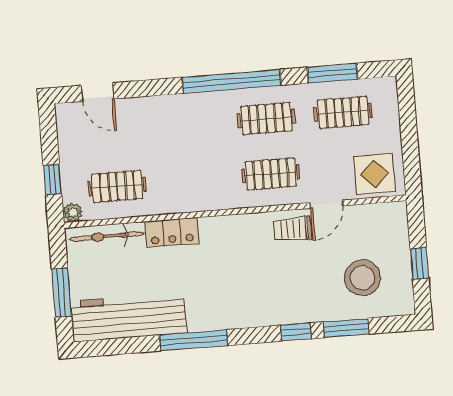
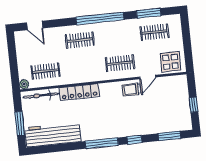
clothes rail: (266, 119) -> (80, 40), moved
window: (52, 179) -> (14, 68), removed
locker: (172, 233) -> (79, 92), width x1.53
stool: (363, 278) -> (166, 112), removed
window: (346, 328) -> (170, 136), moved
window: (194, 340) -> (102, 143), moved

